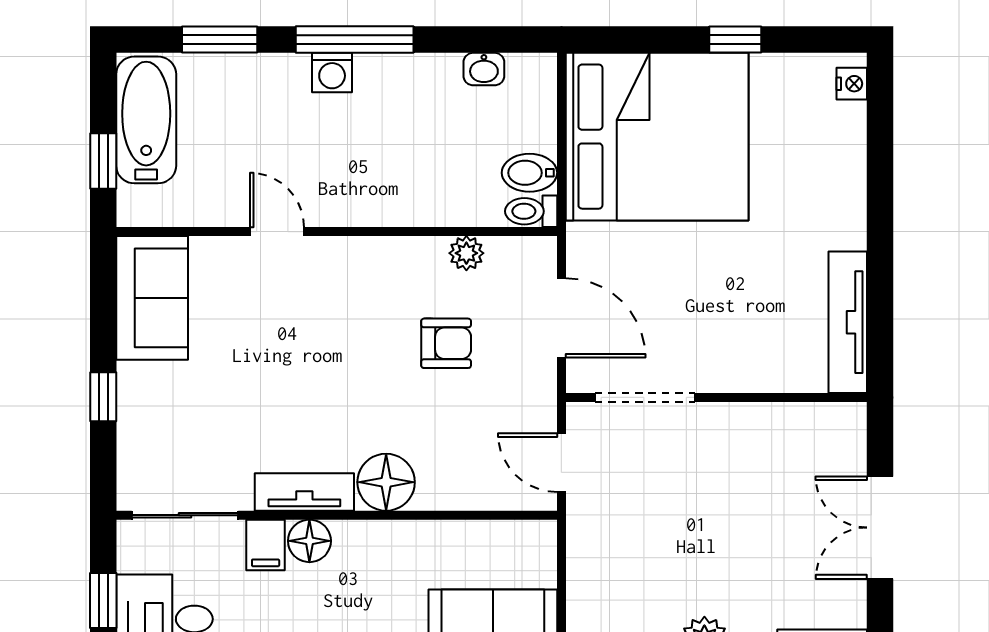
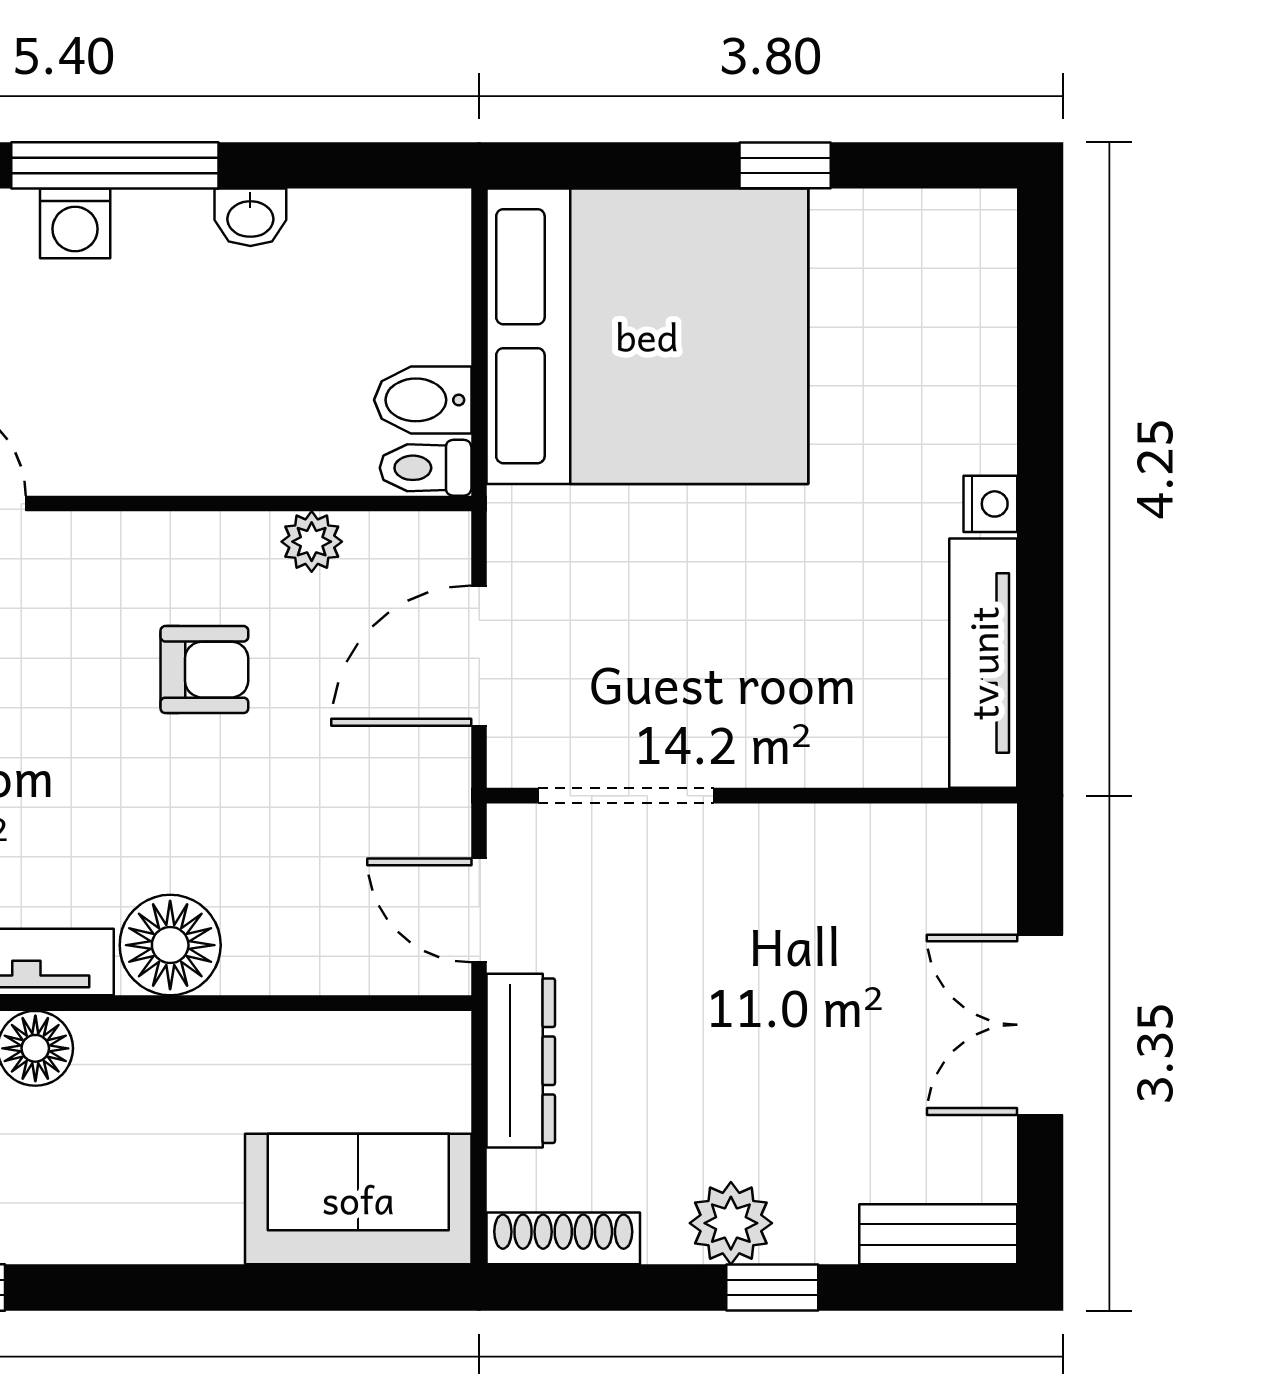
washbasin: (484, 69) -> (250, 217), moved
nightstand: (852, 84) -> (990, 504), moved
door: (561, 318) -> (479, 656), swing flipped
armchair: (446, 343) -> (204, 670), moved
dresser: (585, 548) -> (521, 1061), added

